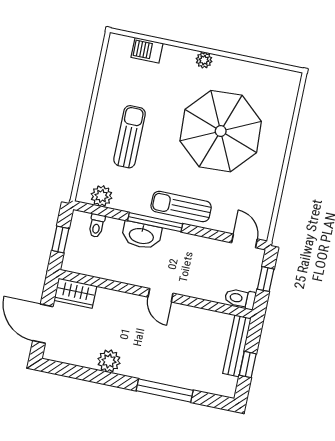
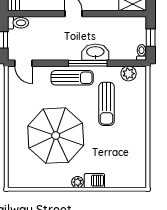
barbecue: (147, 50) -> (94, 181), moved
sun lounger: (130, 137) -> (107, 104), moved
toilet: (97, 226) -> (142, 52), moved

